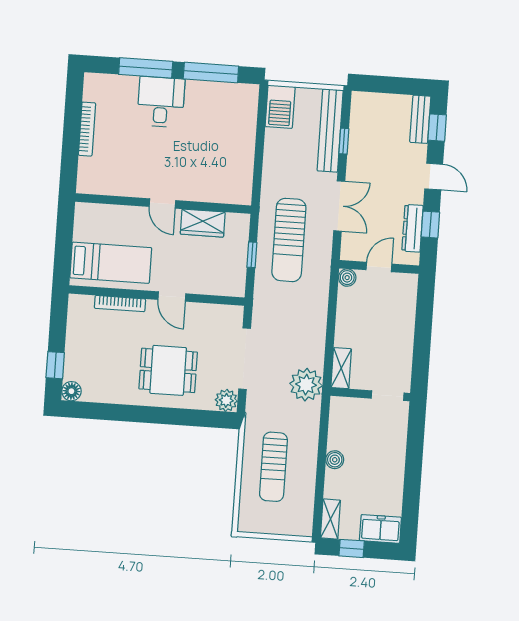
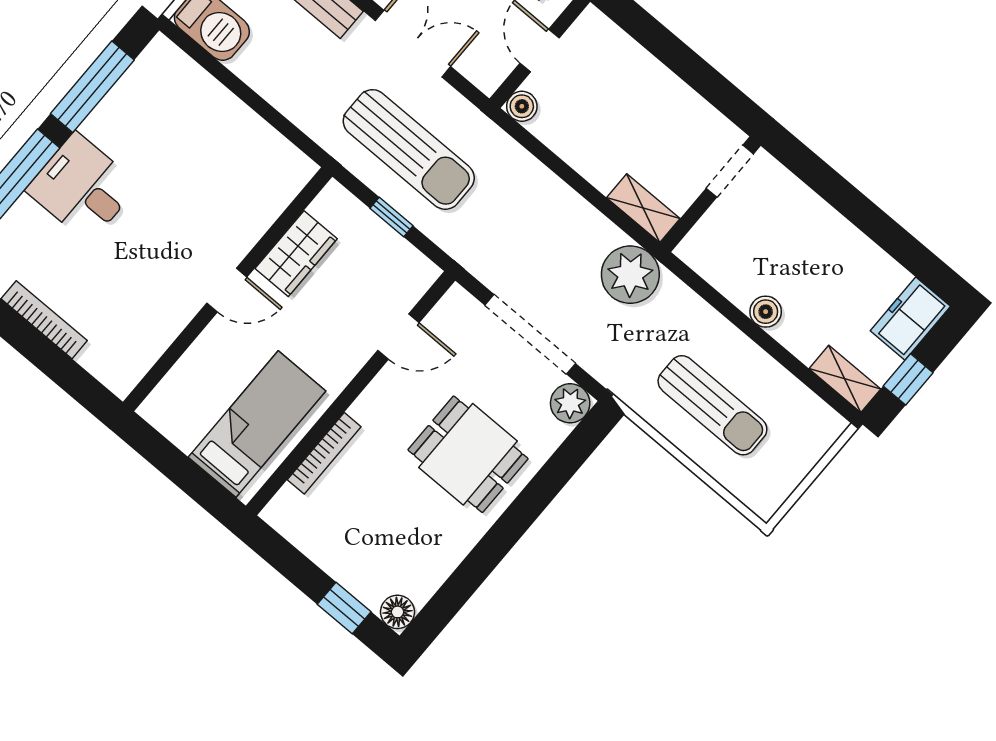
door: (172, 297) -> (398, 337), moved
dining table: (168, 370) -> (468, 454), turned 90

